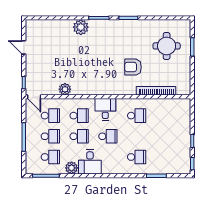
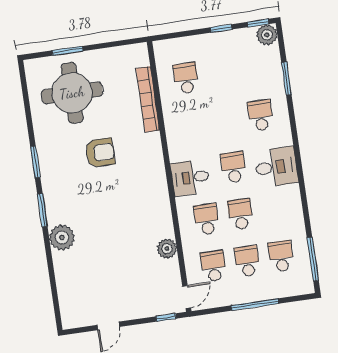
round table: (167, 46) -> (72, 93), width x1.36, depth x1.36
armchair: (133, 67) -> (100, 153), moved, turned -90
school desk: (137, 116) -> (186, 78), moved
desk: (90, 162) -> (276, 167), moved
plant: (72, 168) -> (267, 35), moved

